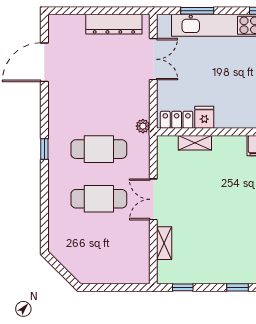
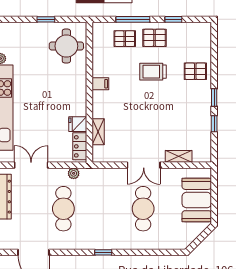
plant: (143, 126) -> (74, 173), moved
cafe table: (99, 149) -> (63, 209), moved
booth: (110, 266) -> (197, 200), added
window: (183, 287) -> (214, 124), moved

